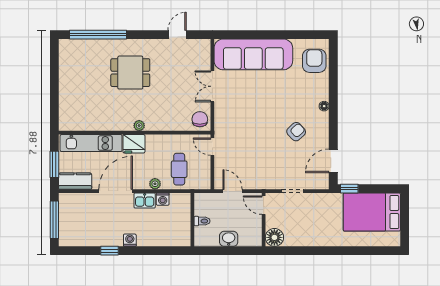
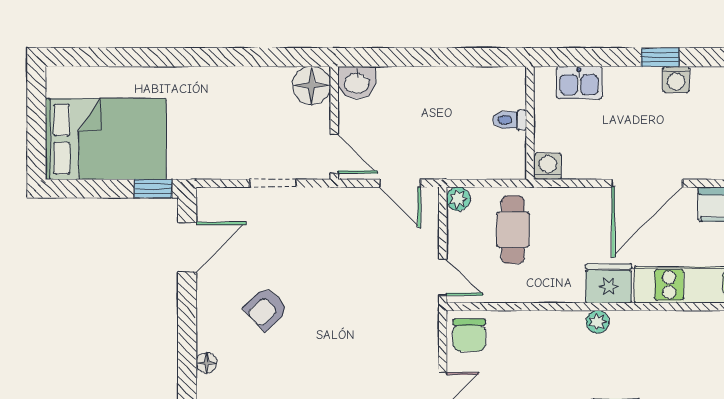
plant: (155, 184) -> (458, 199), moved
kitchen sink: (145, 201) -> (579, 83), moved, turned 180
wall: (192, 220) -> (530, 123), moved
toilet: (202, 221) -> (510, 120), moved
washbasin: (229, 239) -> (357, 82), moved
washing machine: (130, 240) -> (676, 80), moved

